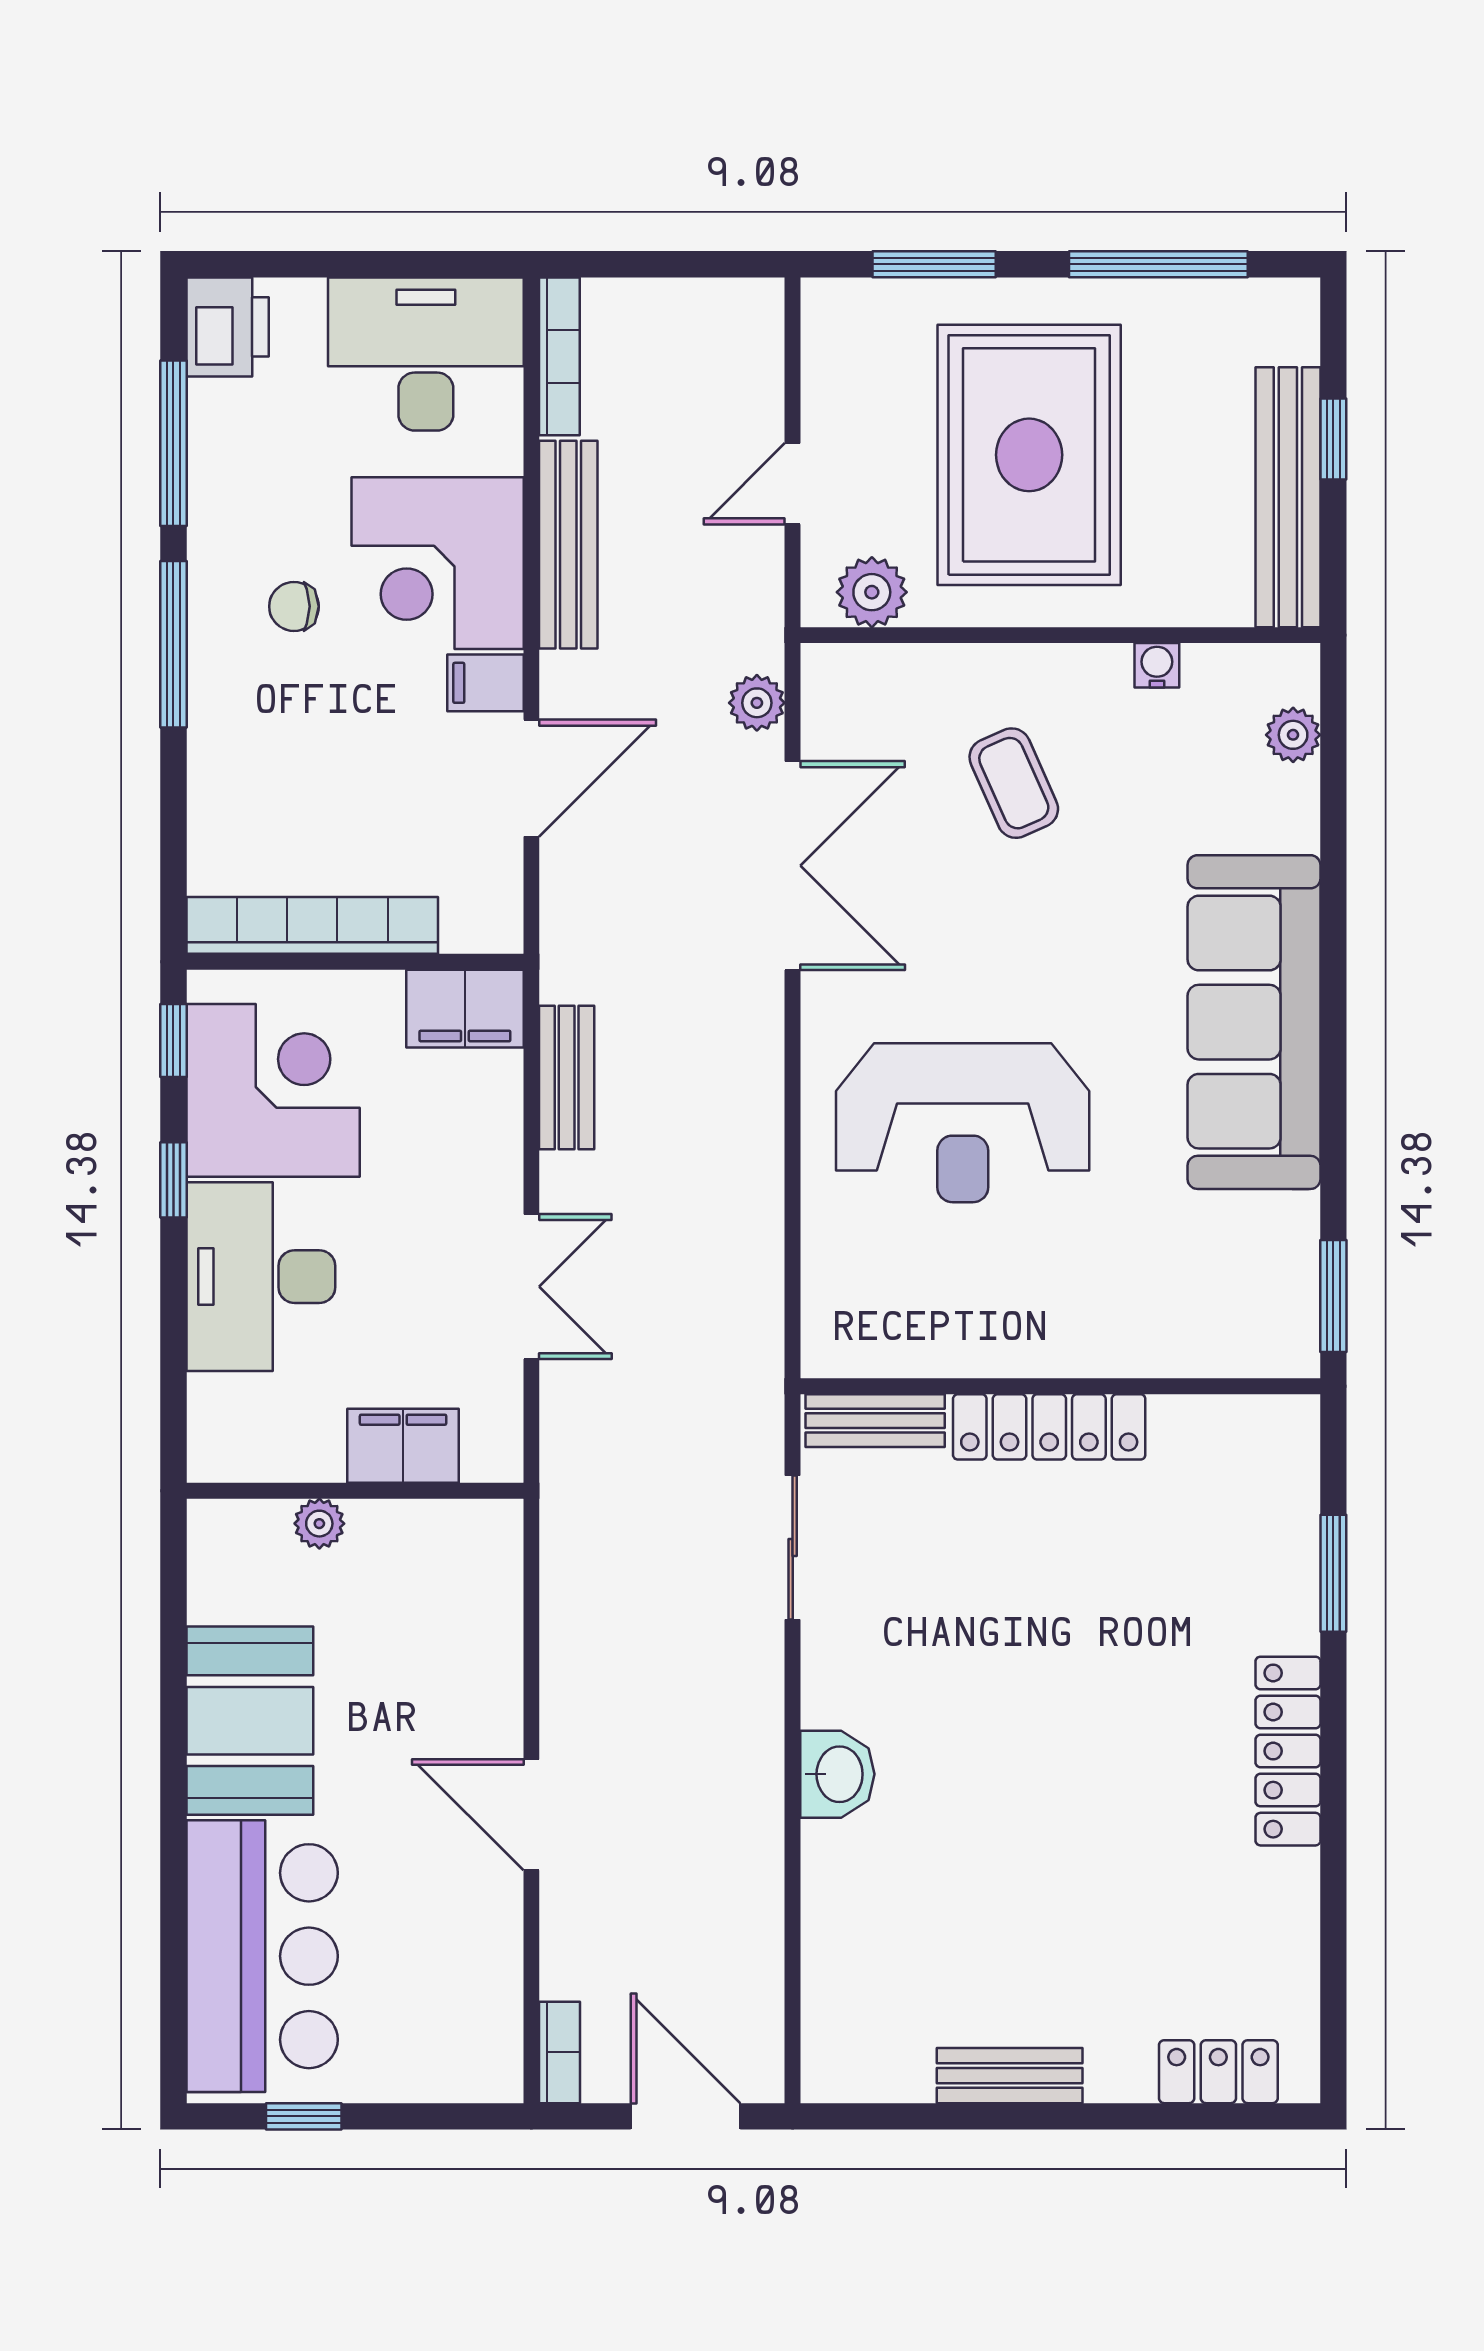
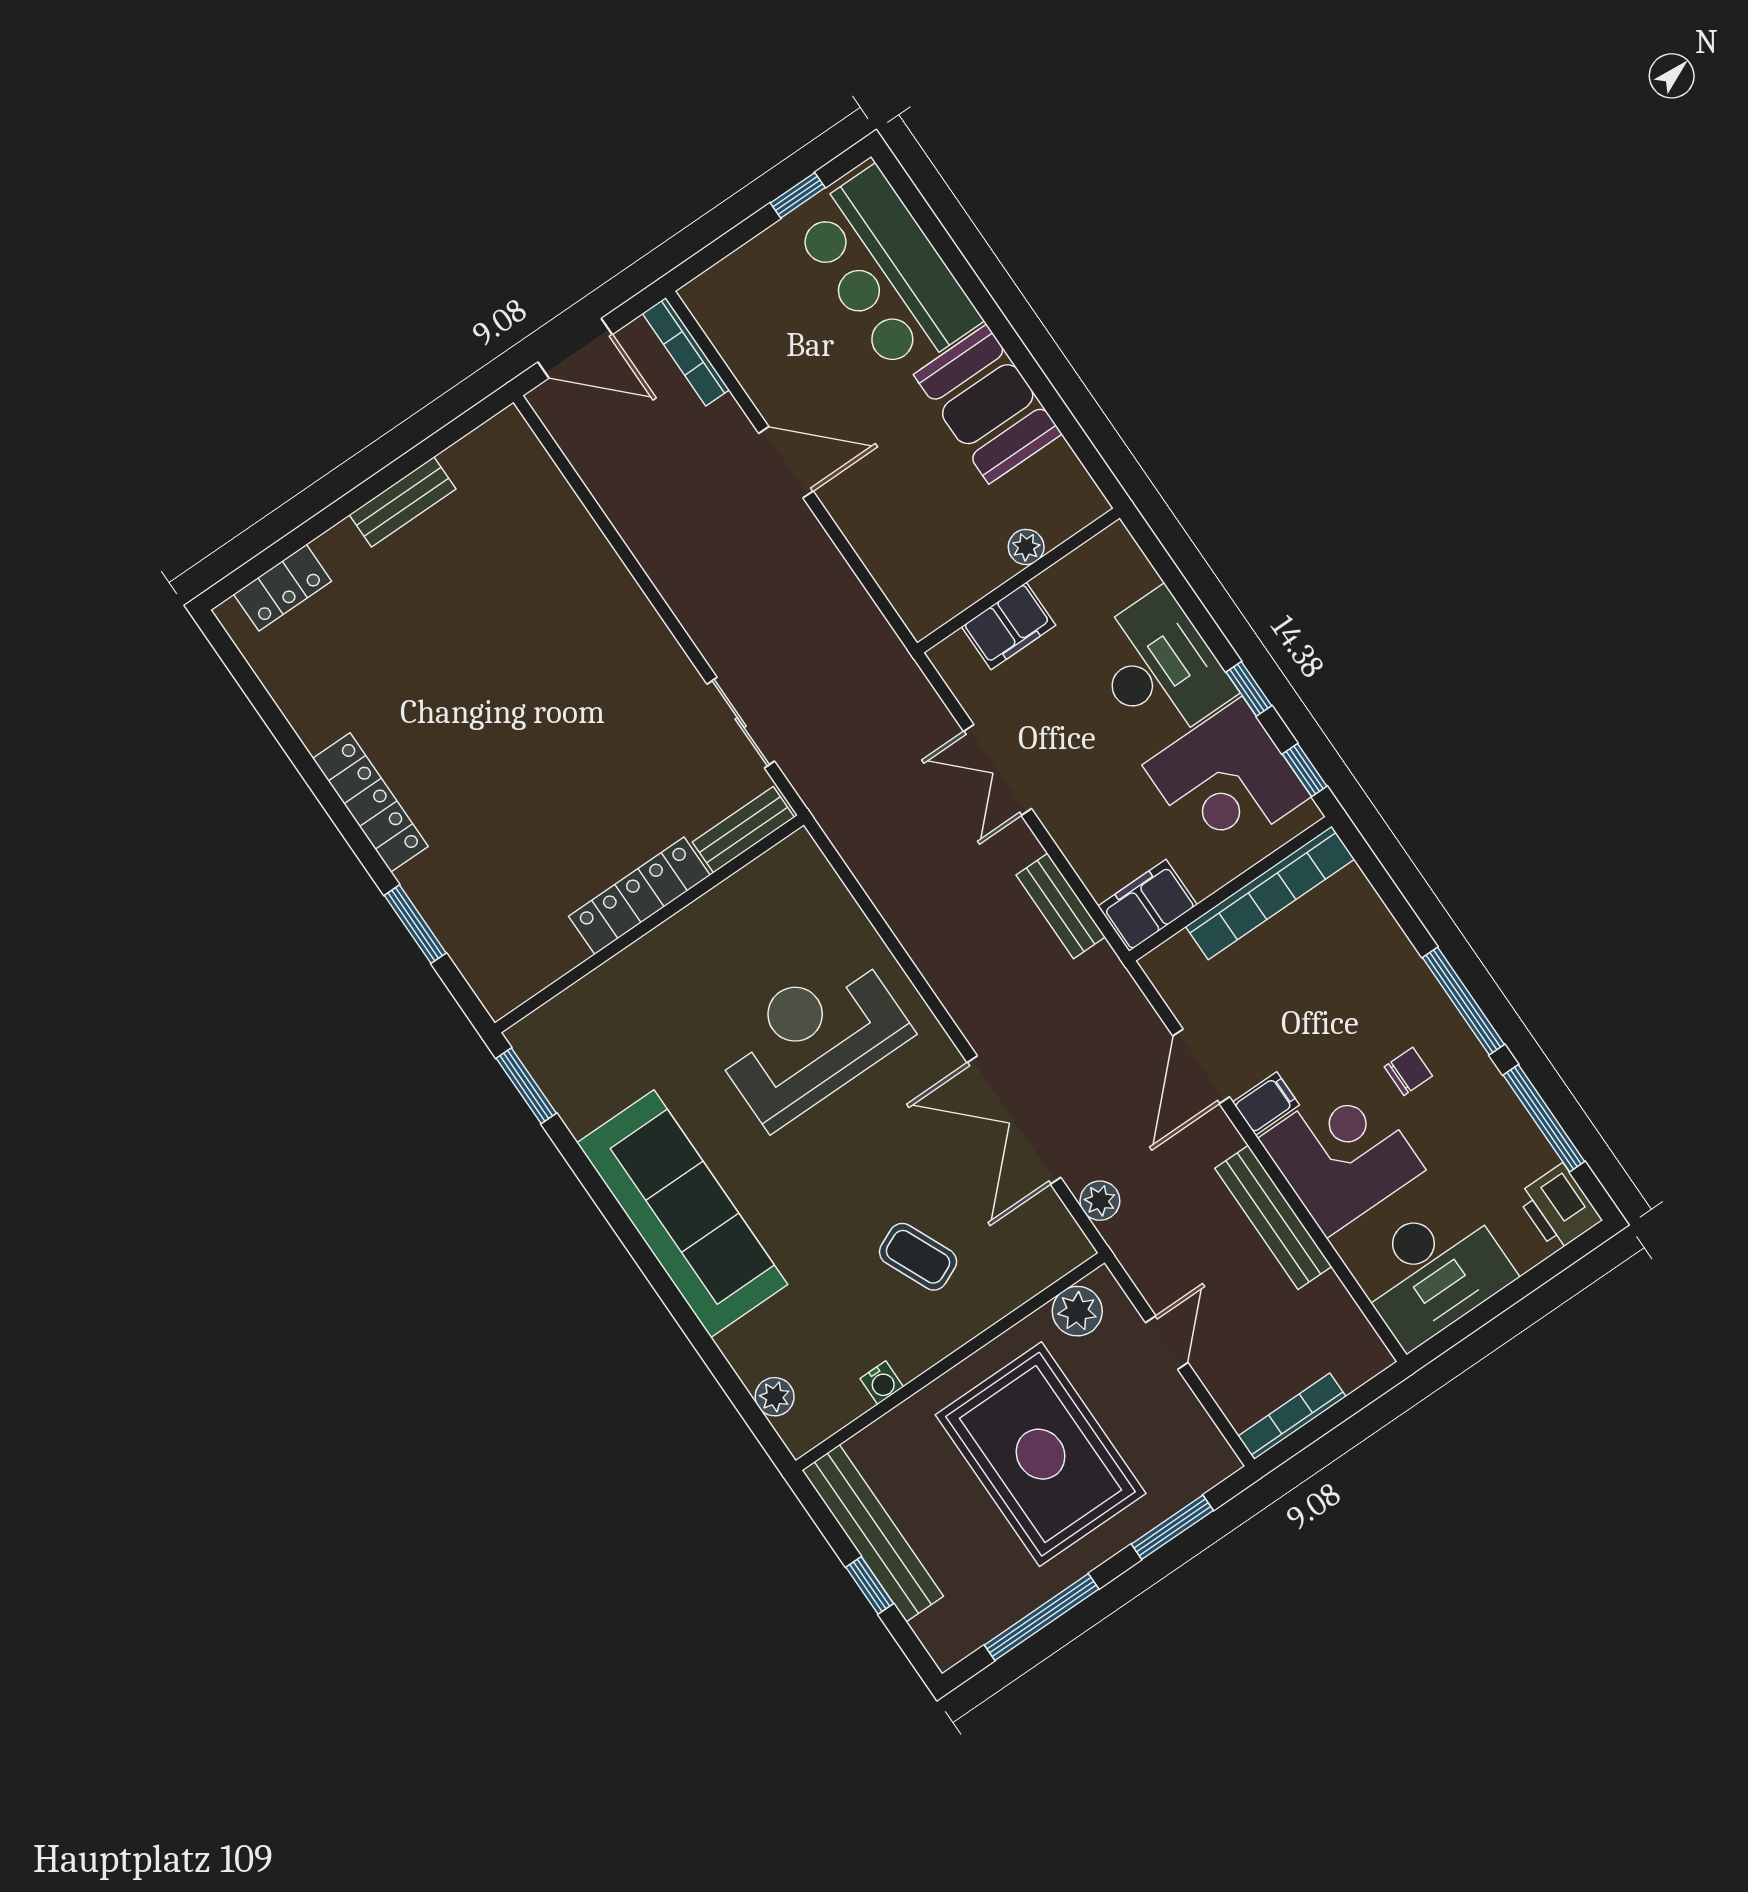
bookcase: (559, 356) -> (1292, 1416), moved, turned 90
washbasin: (837, 1774) -> (624, 608), removed
bookcase: (560, 2052) -> (686, 352), width x1.56

